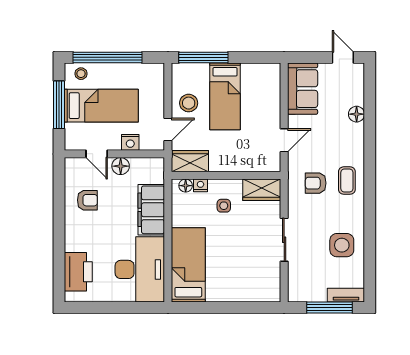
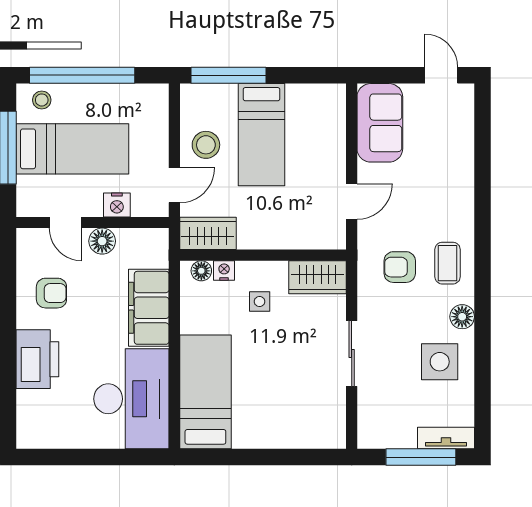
floor lamp: (357, 114) -> (462, 317), moved
printer: (78, 272) -> (37, 359), moved

